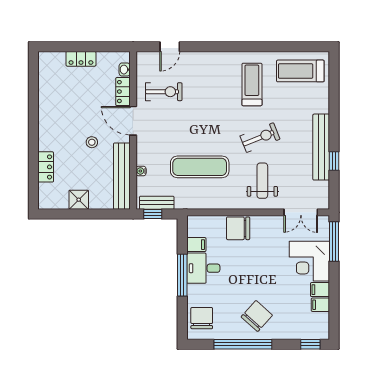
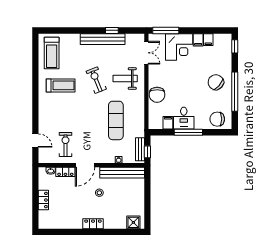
treadmill: (252, 84) -> (61, 85), turned 180
locker: (46, 167) -> (93, 224), moved
shower: (79, 200) -> (133, 222), moved

